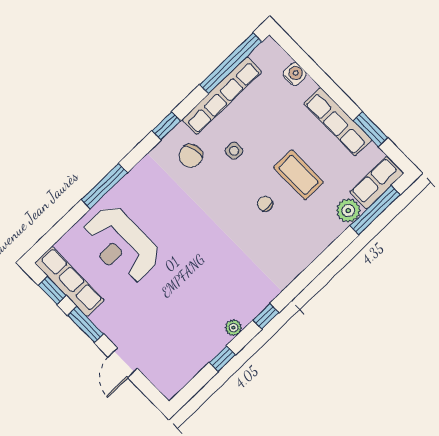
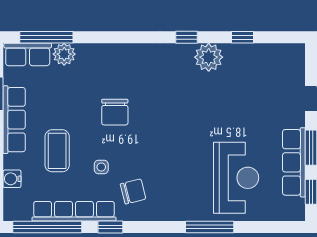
window: (166, 126) -> (110, 227), moved
coffee table: (298, 175) -> (57, 151), moved
chair: (265, 204) -> (115, 112), width x1.87, depth x1.87
row of seats: (69, 282) -> (294, 162), moved
plant: (233, 328) -> (209, 57), width x1.88, depth x1.88

